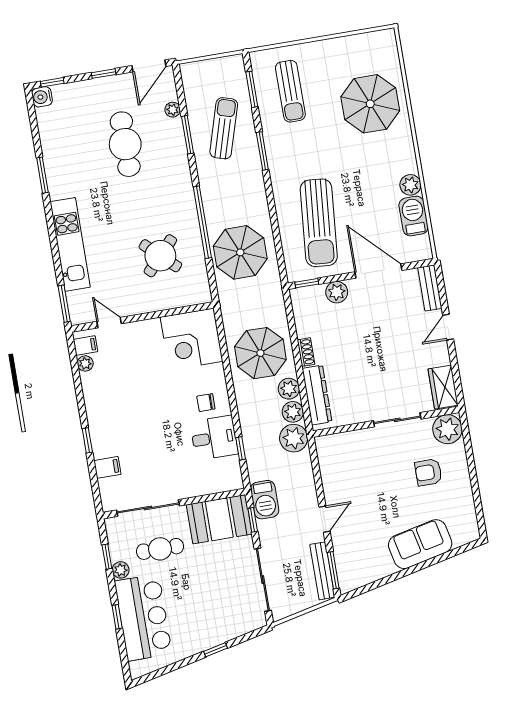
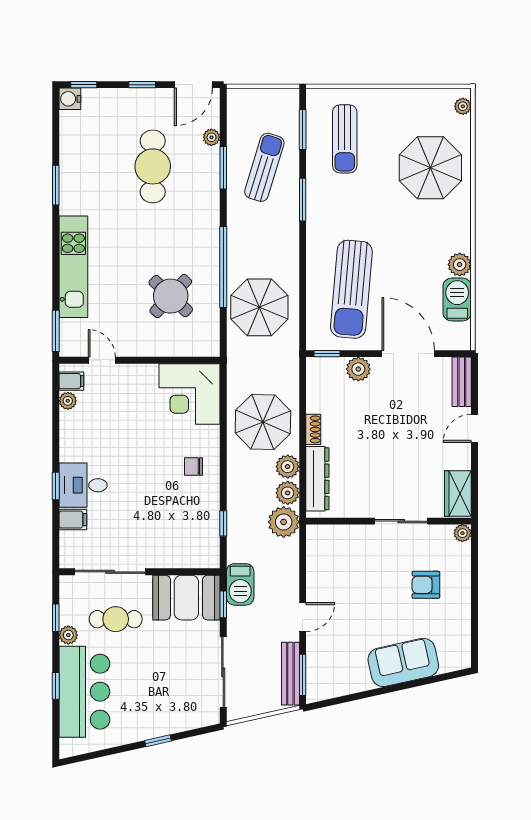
plant: (390, 45) -> (463, 106), added
plant: (447, 429) -> (462, 533), width x0.53, depth x0.53
desk: (214, 438) -> (83, 485), moved, turned 180

